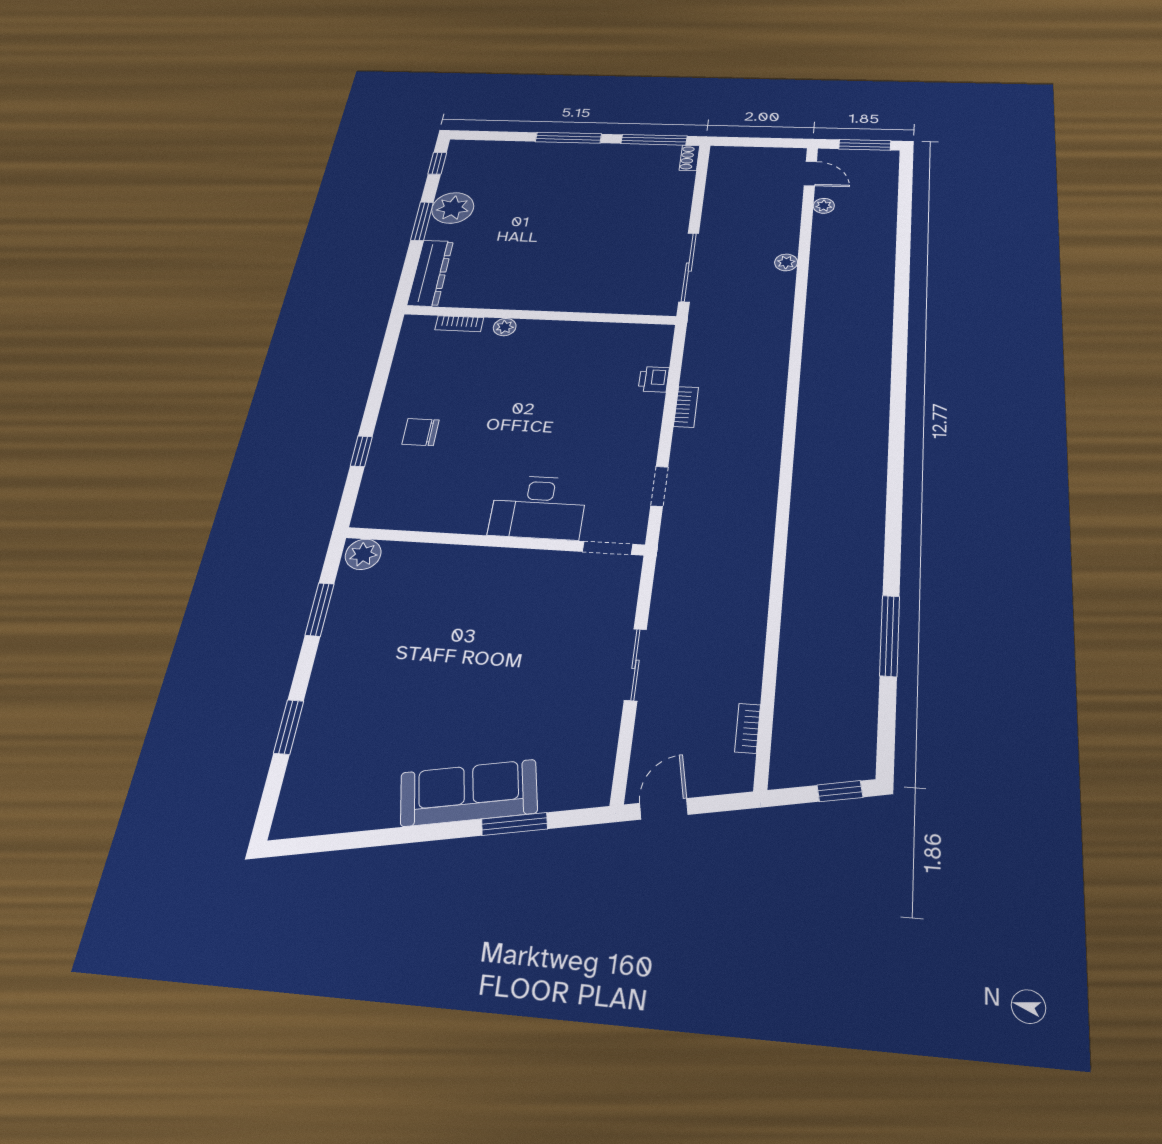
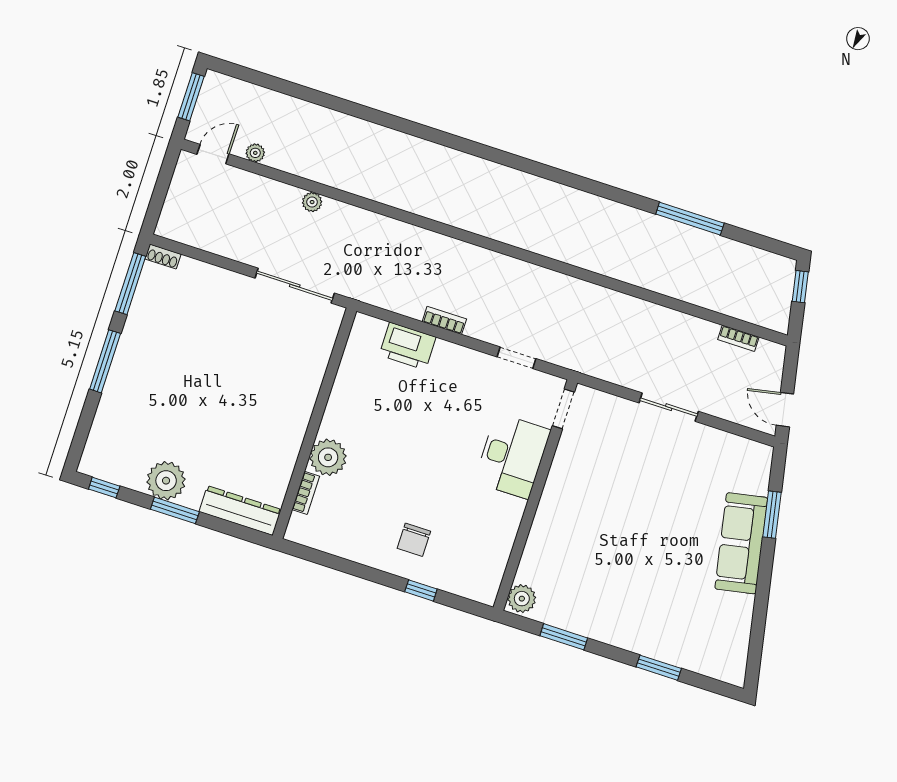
plant: (505, 327) -> (328, 457), width x1.87, depth x1.87
printer: (654, 379) -> (408, 346), width x1.87, depth x1.48

